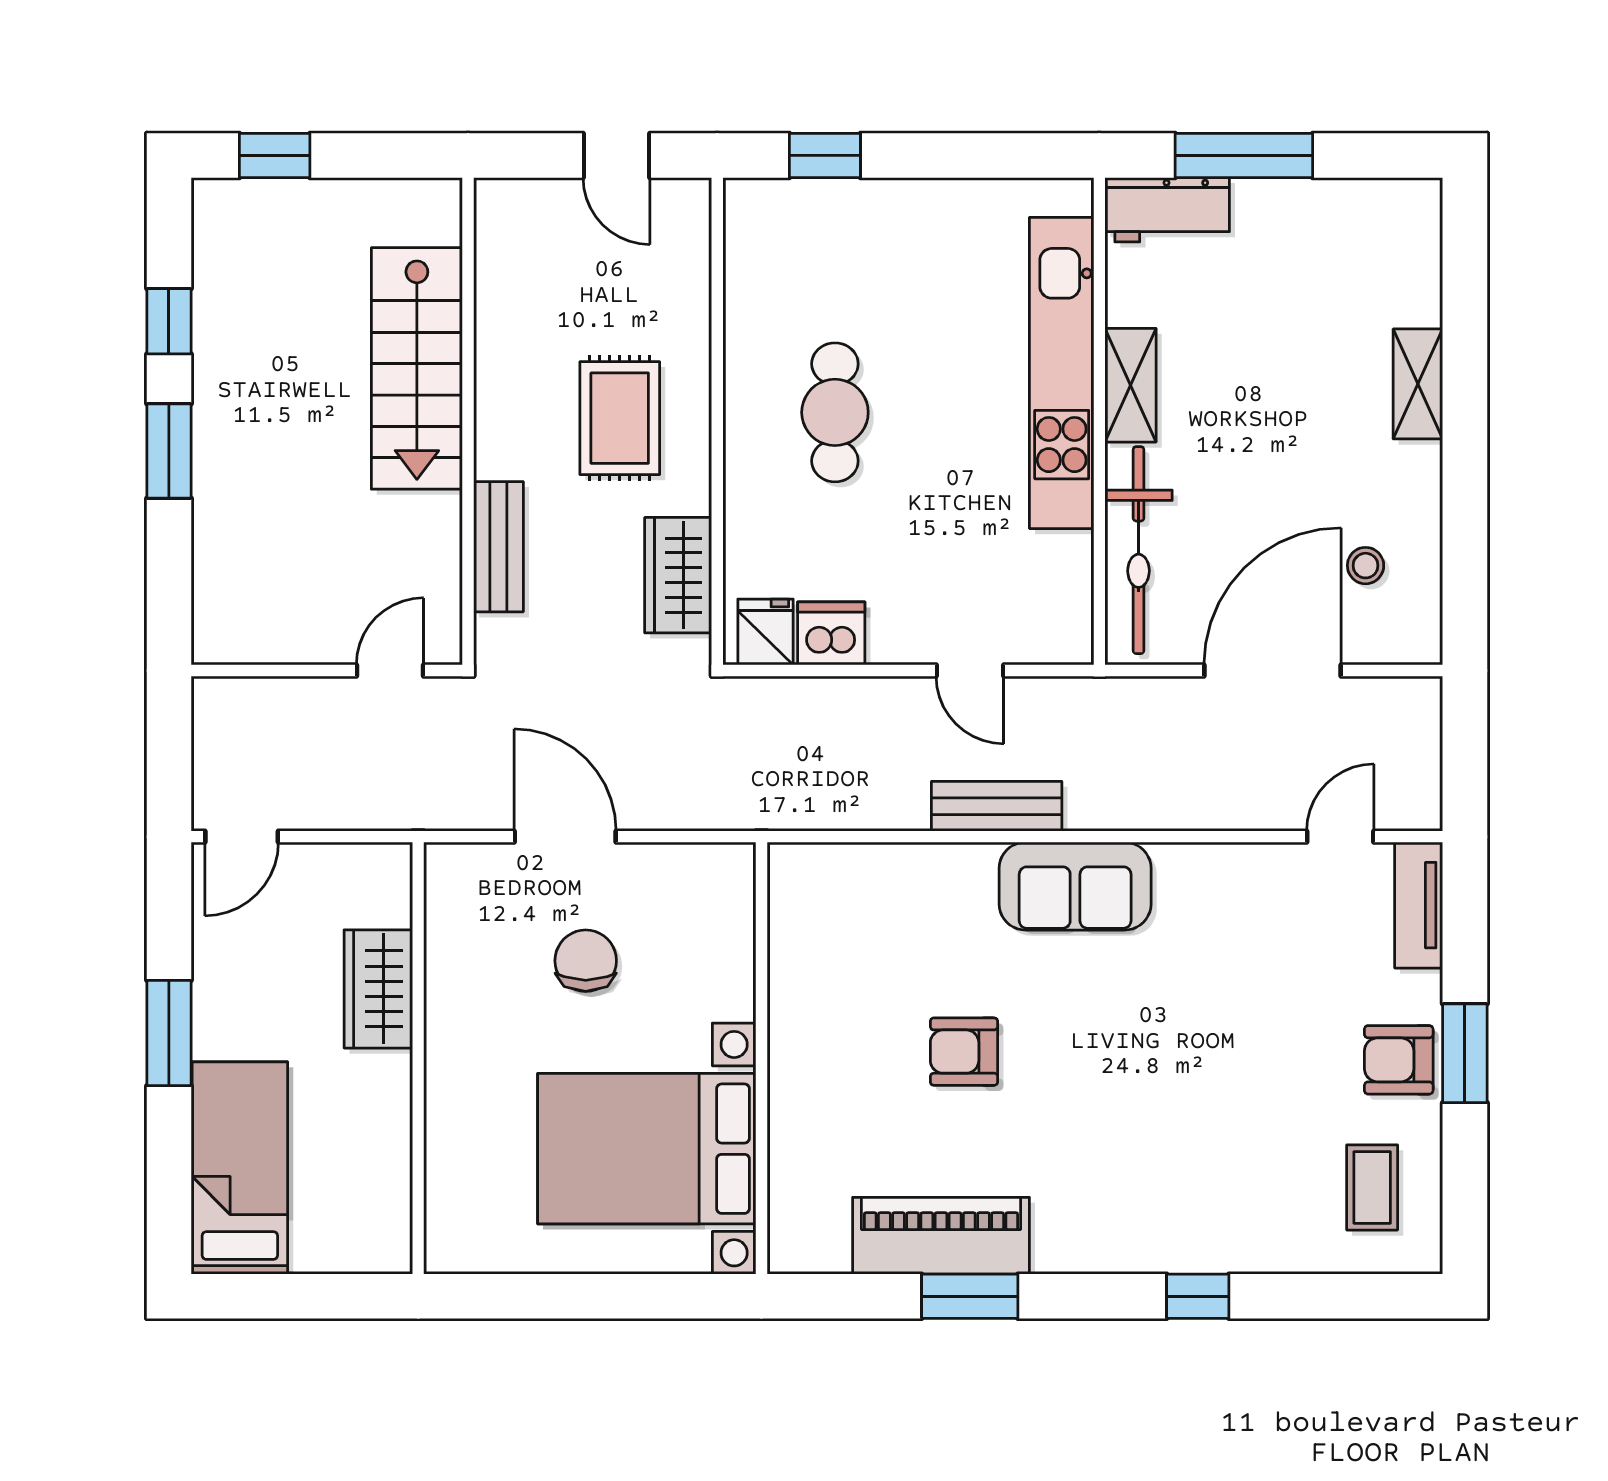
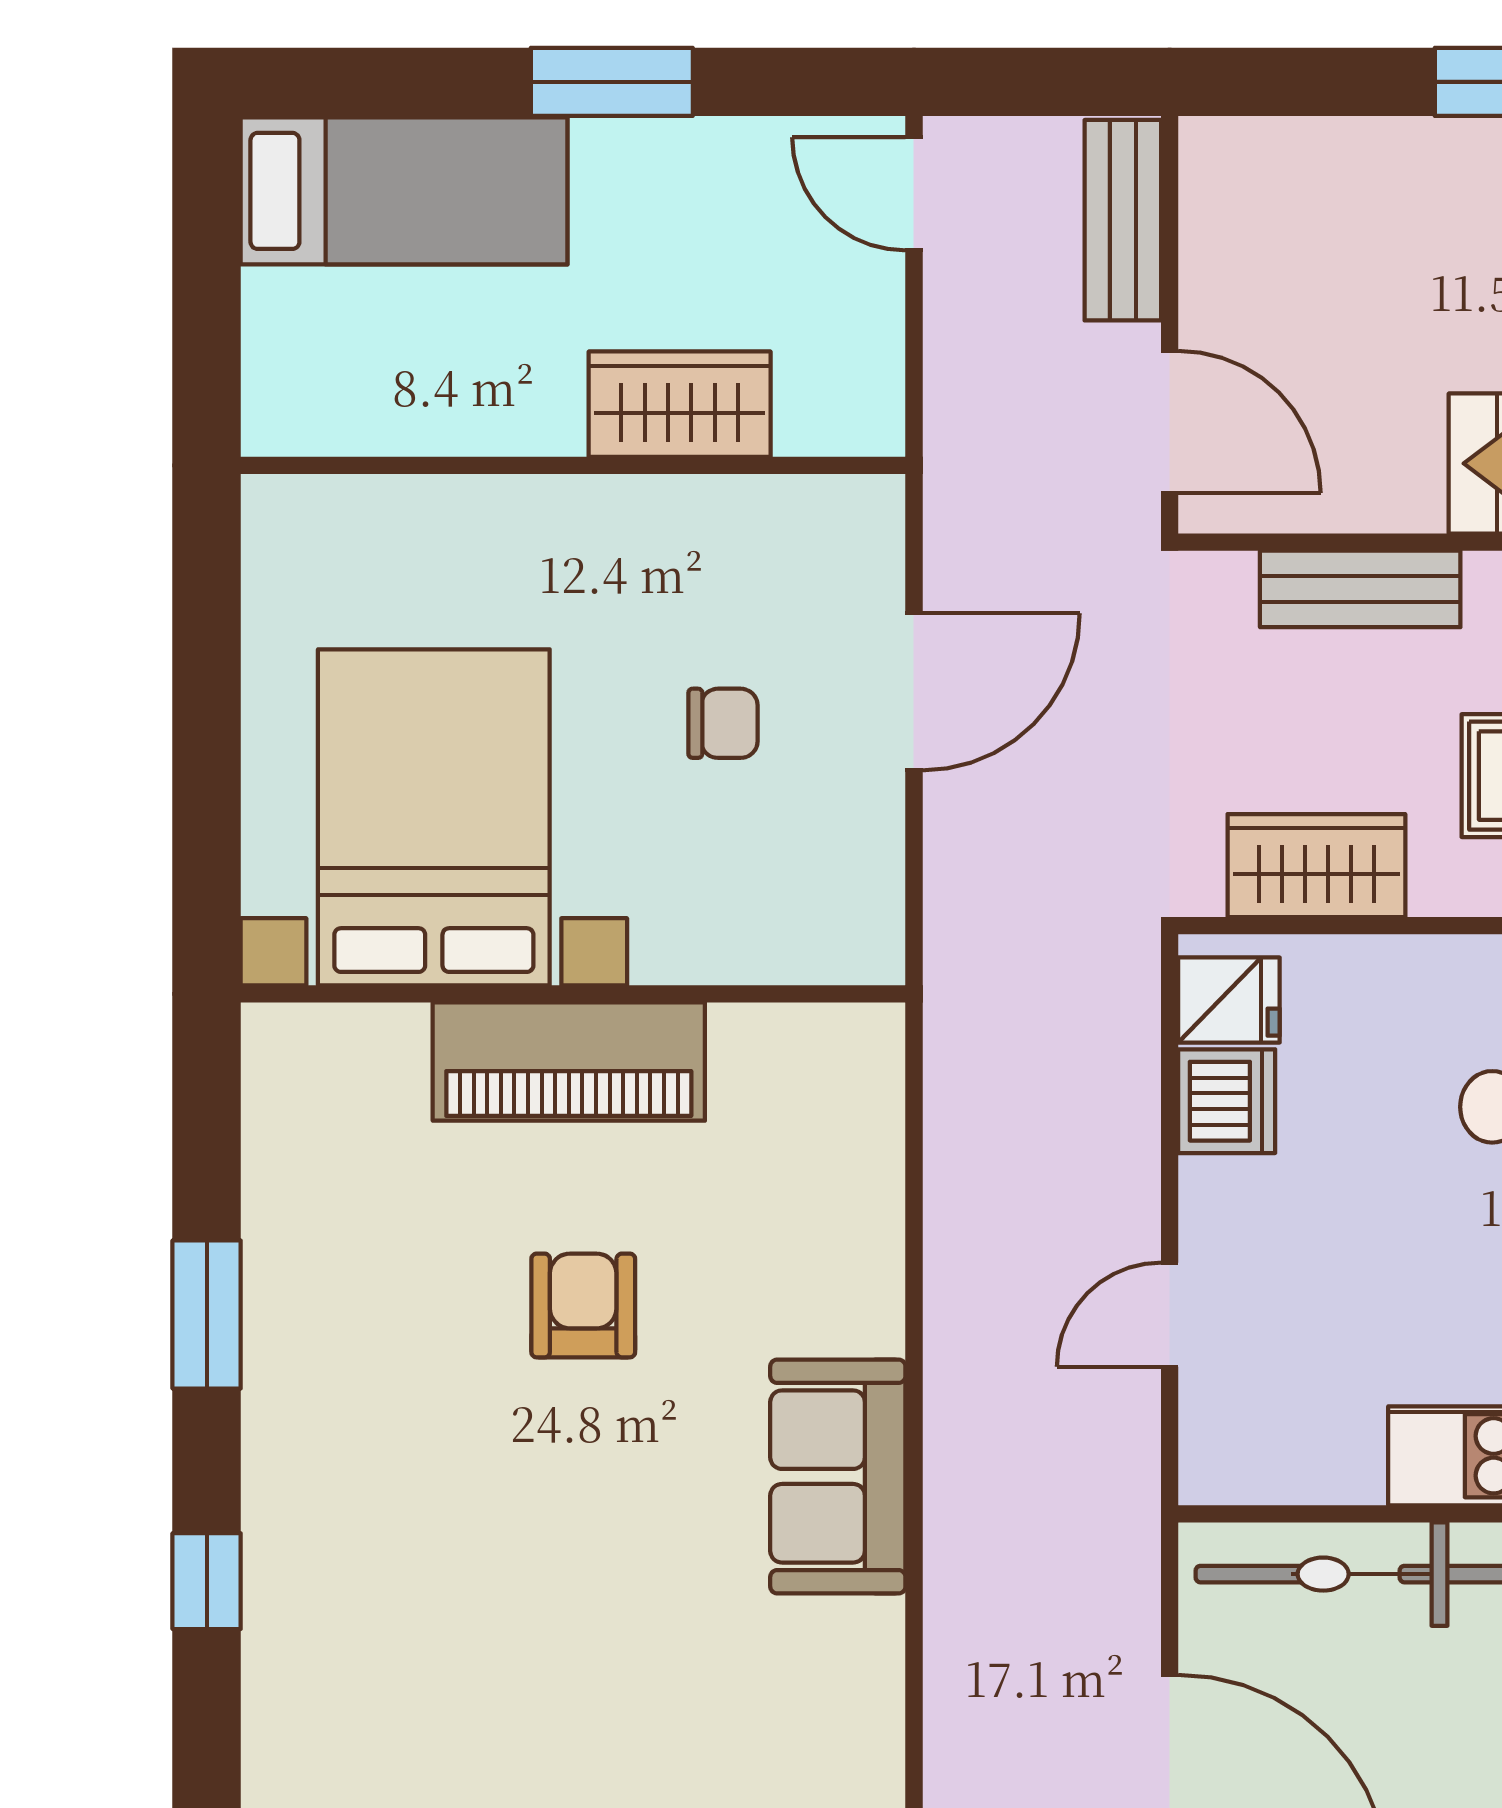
door: (390, 671) -> (1170, 422), width x1.38
bench: (997, 806) -> (1123, 220), moved
chair: (586, 961) -> (723, 723), width x0.73, depth x0.73
piano: (941, 1236) -> (569, 1062), moved, turned 90
window: (1198, 1296) -> (207, 1581), moved

